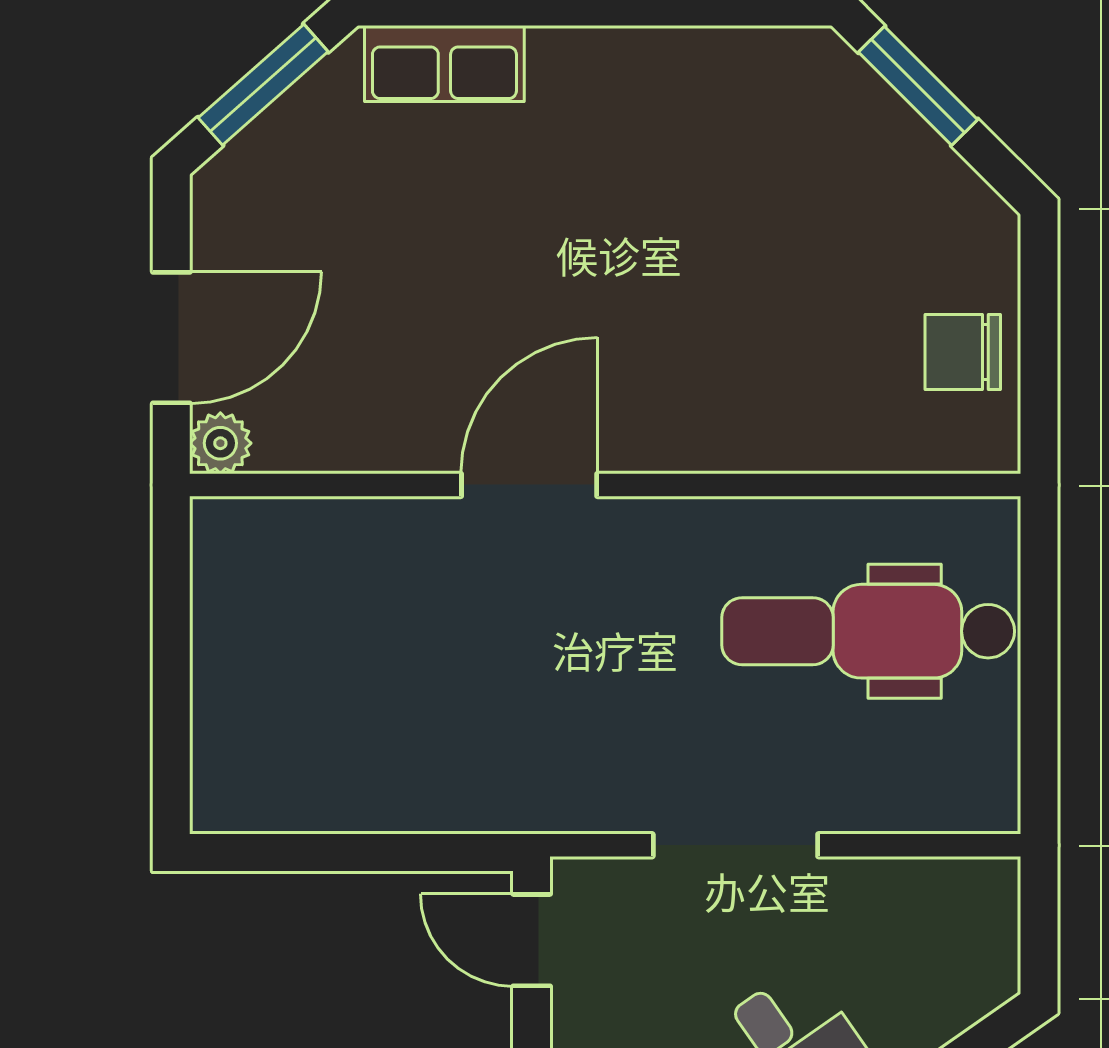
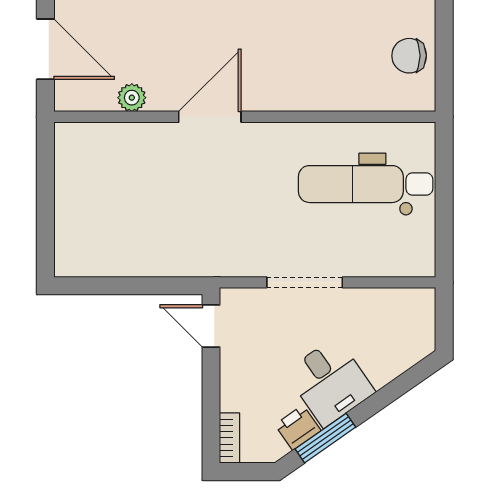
door: (171, 338) -> (45, 49), hinge flipped
plant: (220, 443) -> (132, 98), moved

